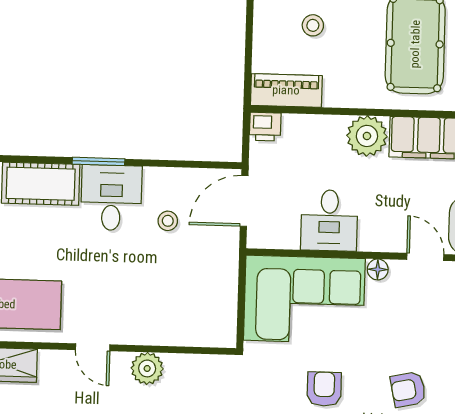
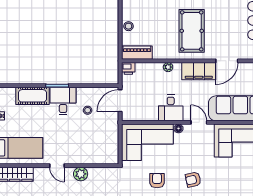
stool: (313, 25) -> (129, 26), moved
plant: (367, 136) -> (168, 67), width x0.53, depth x0.53
desk: (329, 220) -> (171, 108), moved

